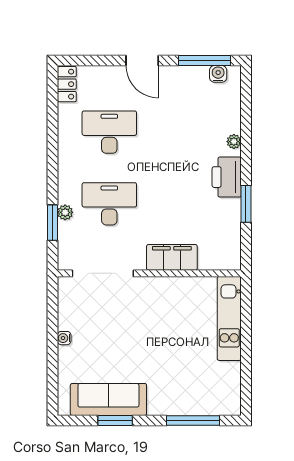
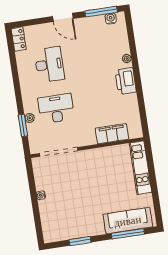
desk: (109, 132) -> (49, 64), turned 90
window: (246, 204) -> (140, 96), removed
filing cabinet: (172, 257) -> (112, 134), moved
sofa: (108, 399) -> (128, 221), moved

